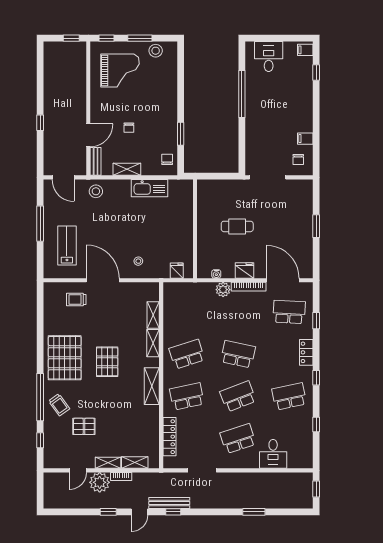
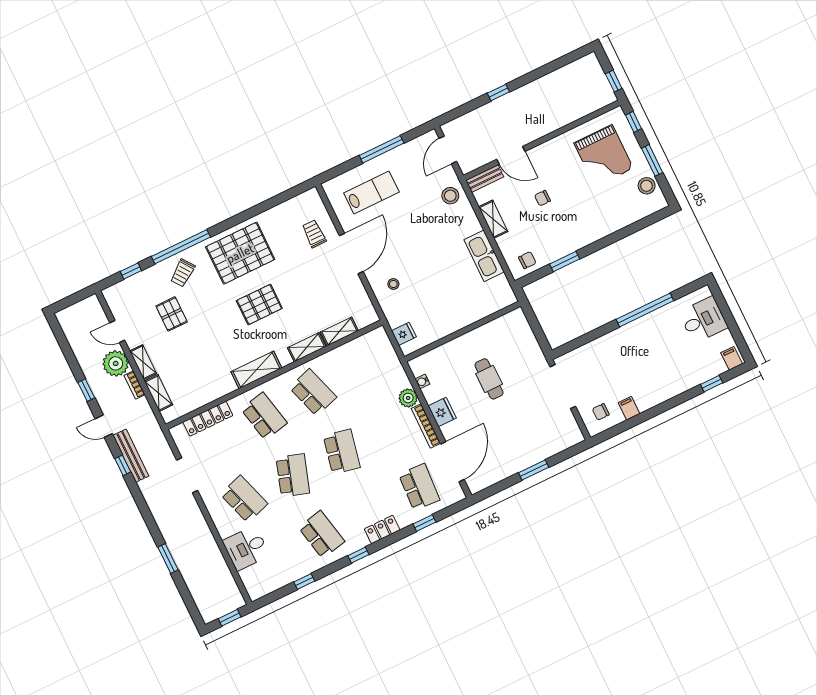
school desk: (238, 396) -> (293, 475), turned 39

